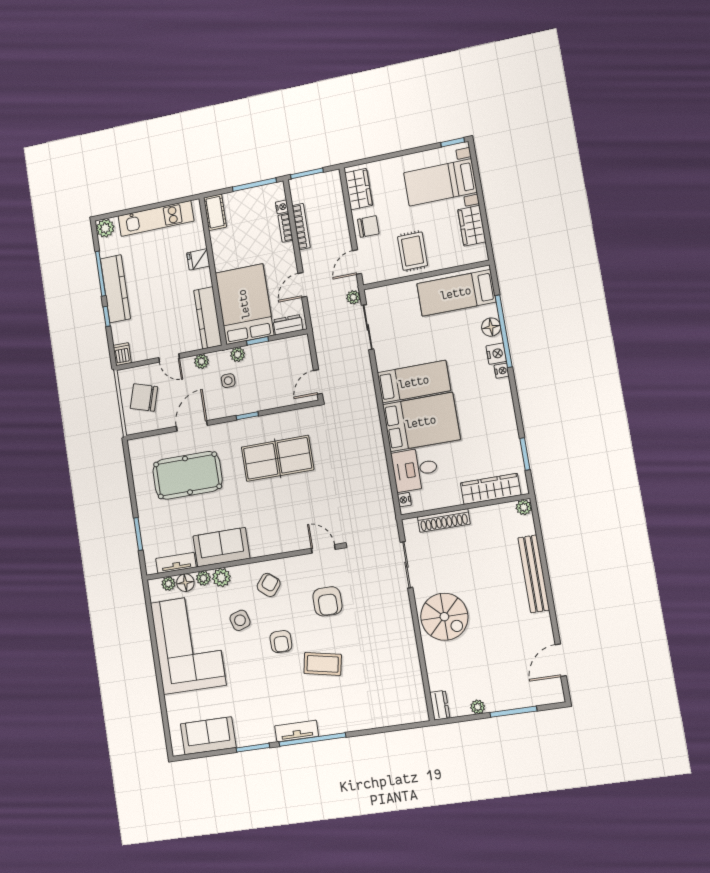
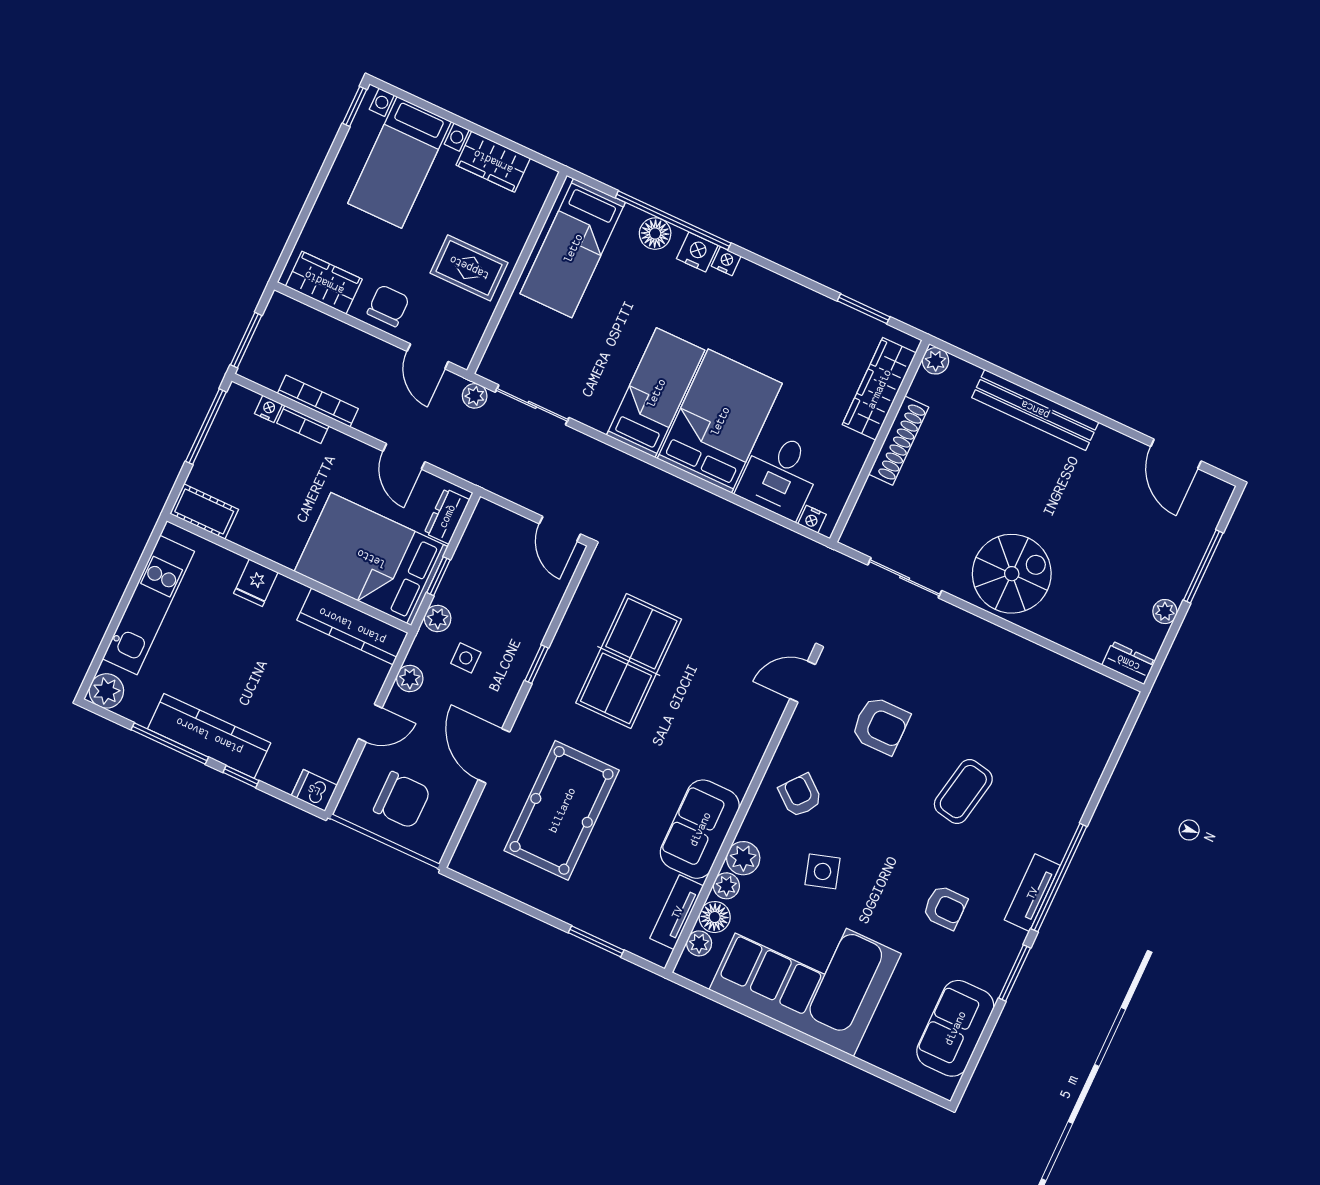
chair: (144, 398) -> (402, 800), turned -107
shoe rack: (444, 521) -> (899, 441), moved
armchair: (281, 642) -> (945, 907), moved

